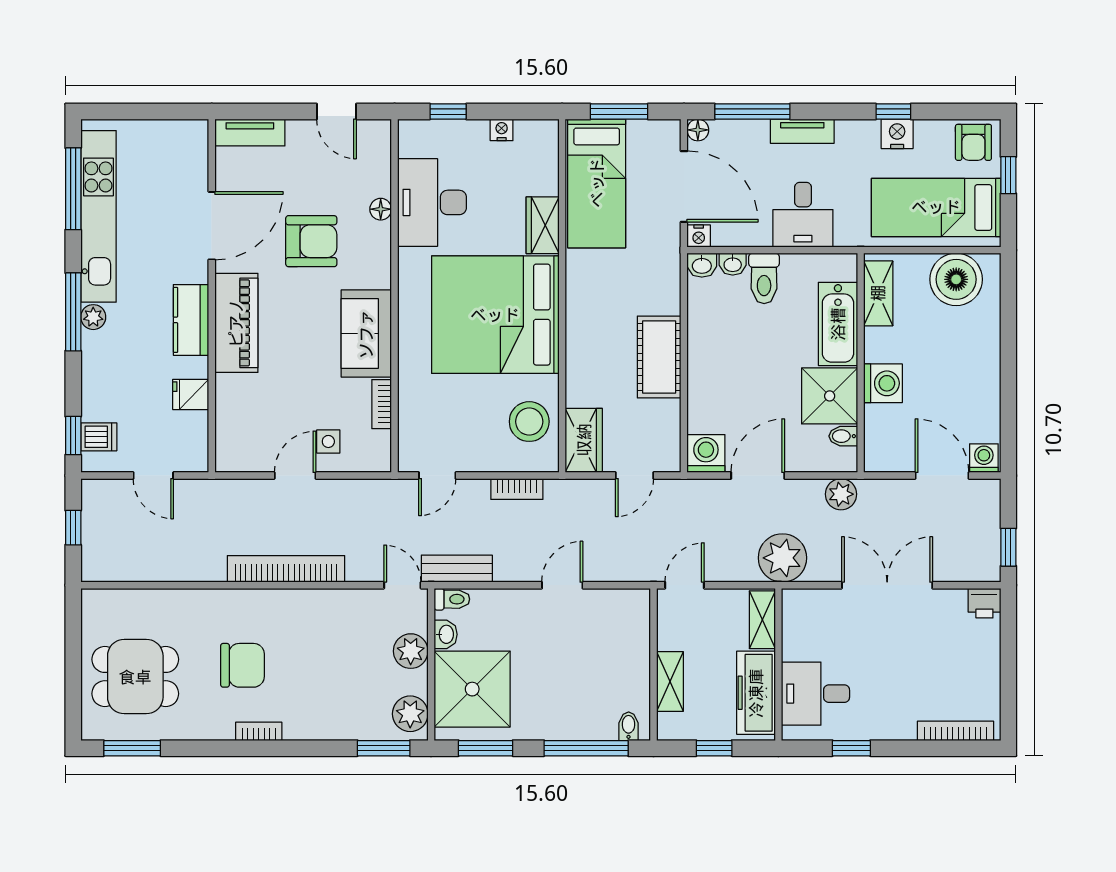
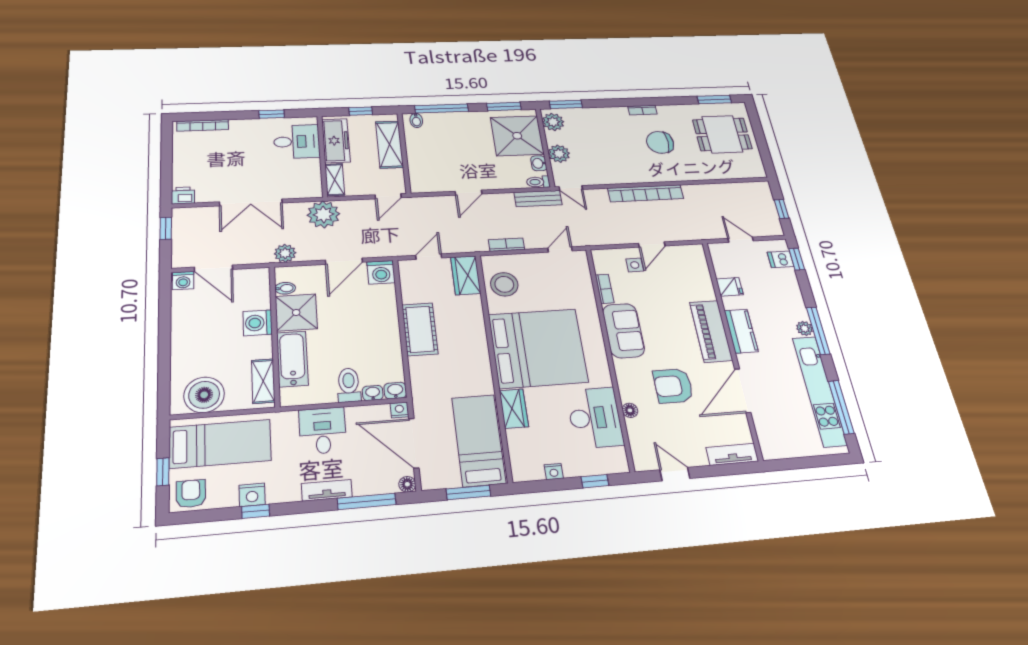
shelving: (670, 682) -> (389, 144), width x1.50, depth x1.33

